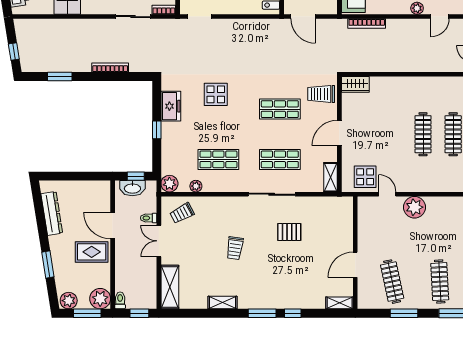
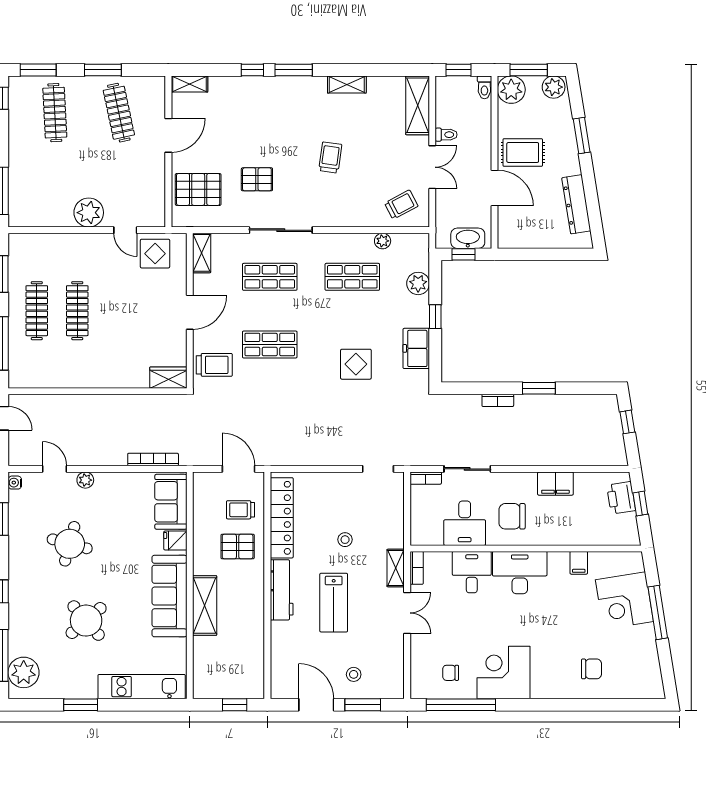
door: (440, 17) -> (55, 469), hinge flipped
bookcase: (110, 67) -> (498, 400), width x0.64
window: (60, 76) -> (539, 388), moved
plant: (169, 184) -> (418, 283), moved
toilet: (149, 218) -> (446, 135), moved
pallet: (333, 224) -> (198, 189), added

